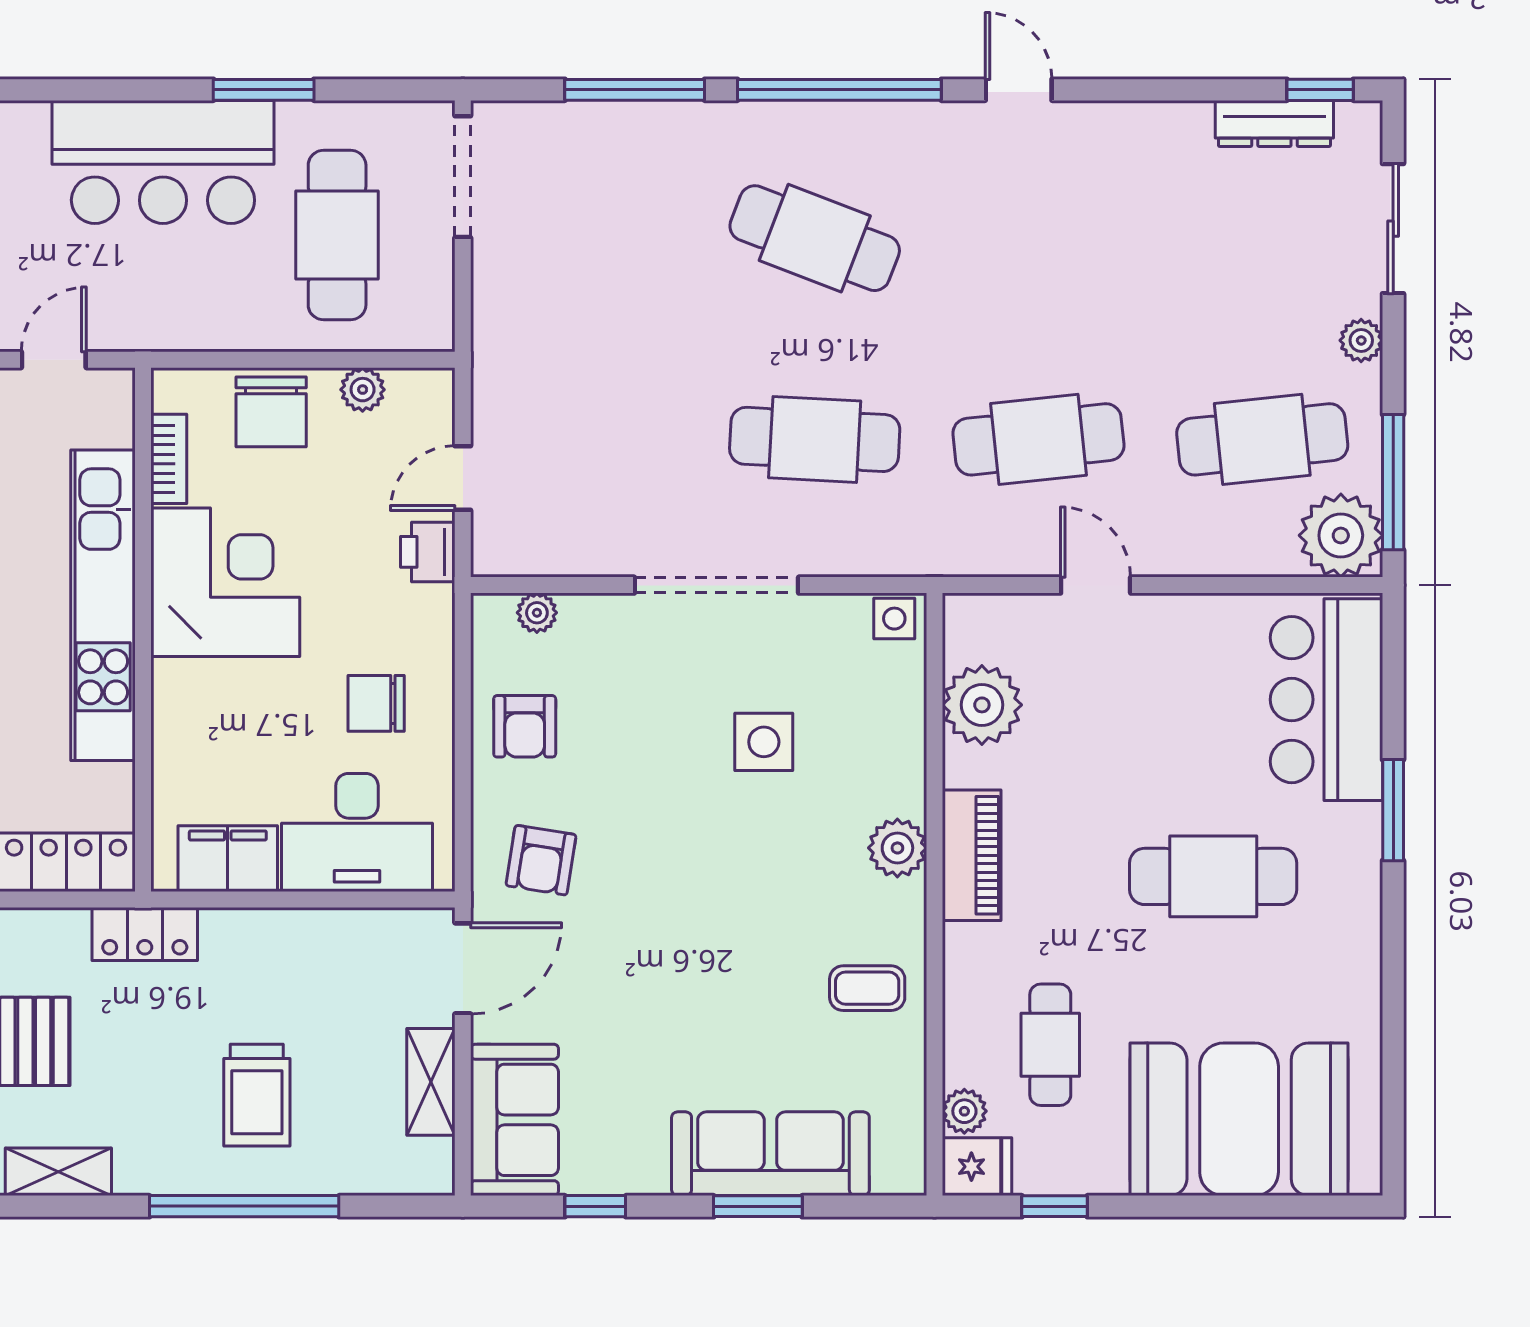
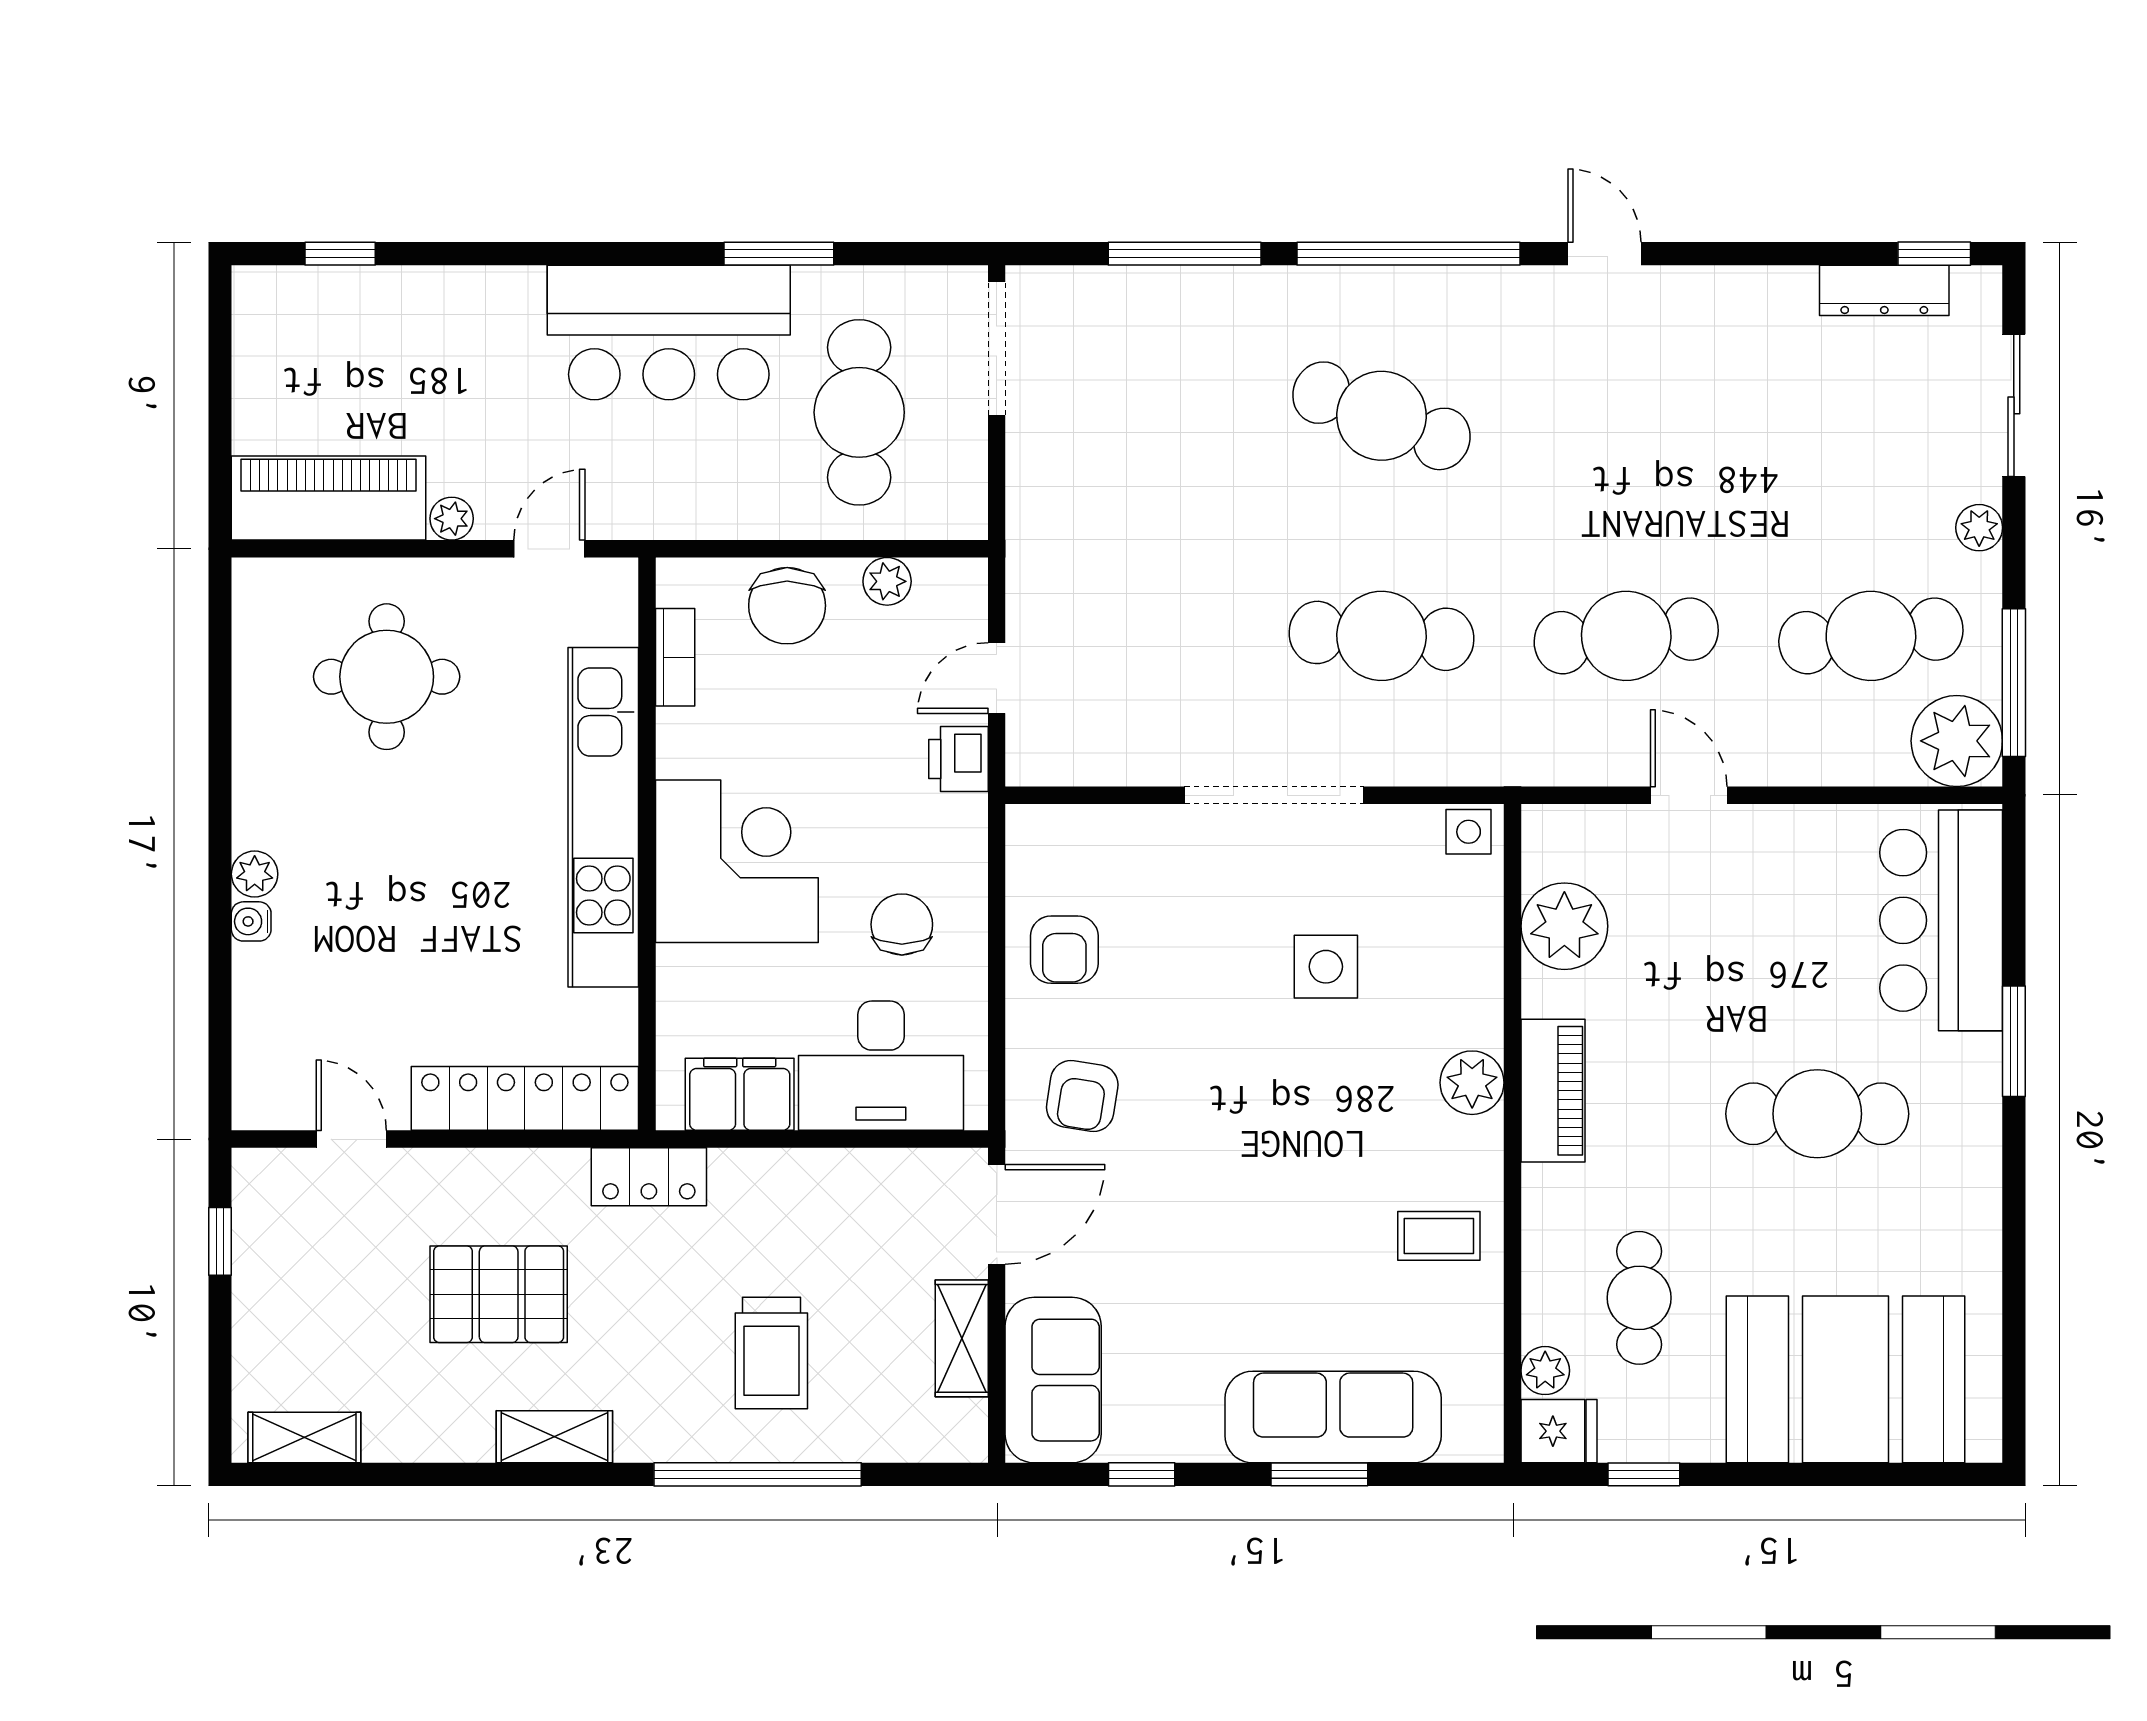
corner desk: (225, 582) -> (737, 861), moved
plant: (537, 613) -> (1078, 825), removed
chair: (376, 703) -> (902, 924), turned 90

